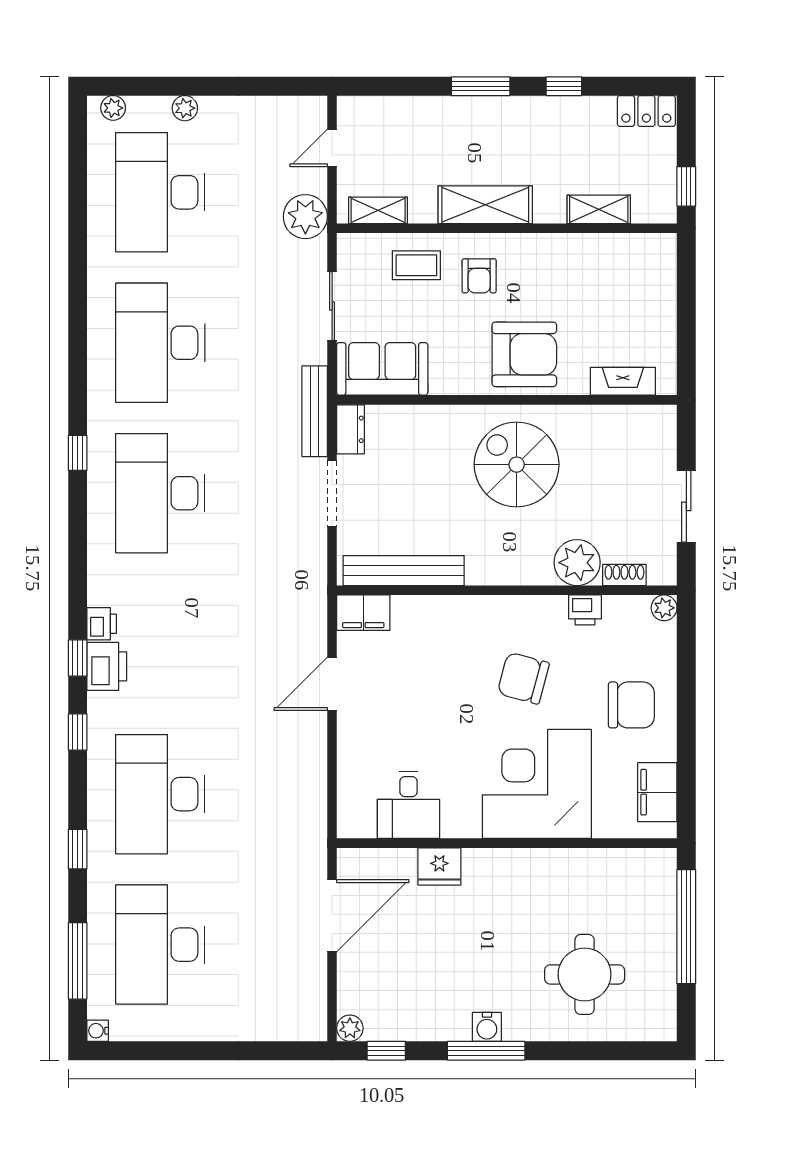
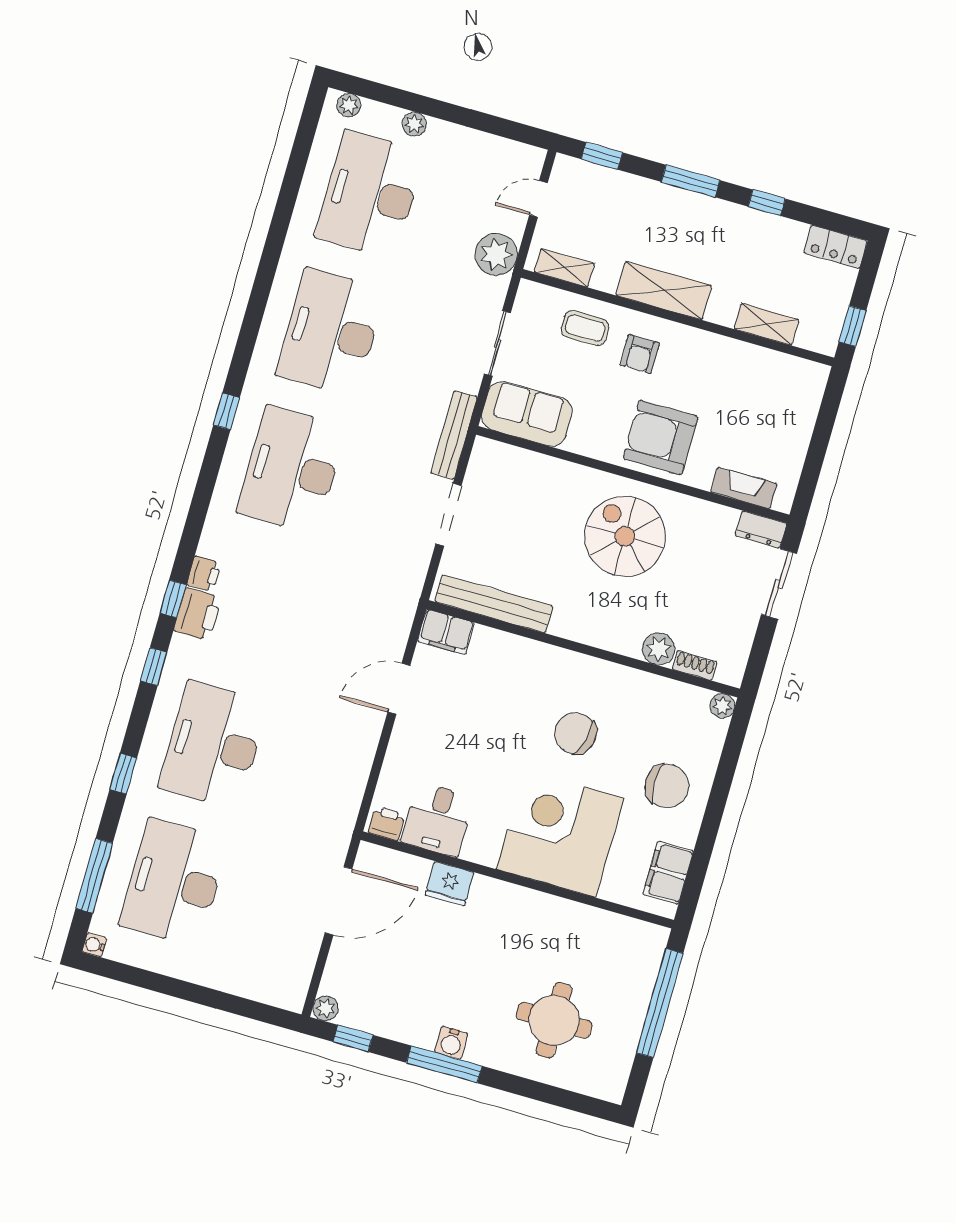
window: (384, 86) -> (602, 156), added
armchair: (524, 354) -> (661, 438), turned 180
dresser: (350, 429) -> (761, 529), moved, turned 90
sliding door: (686, 506) -> (779, 584), moved
plant: (577, 563) -> (659, 649), width x0.73, depth x0.73
printer: (585, 610) -> (387, 823), moved, turned 180

